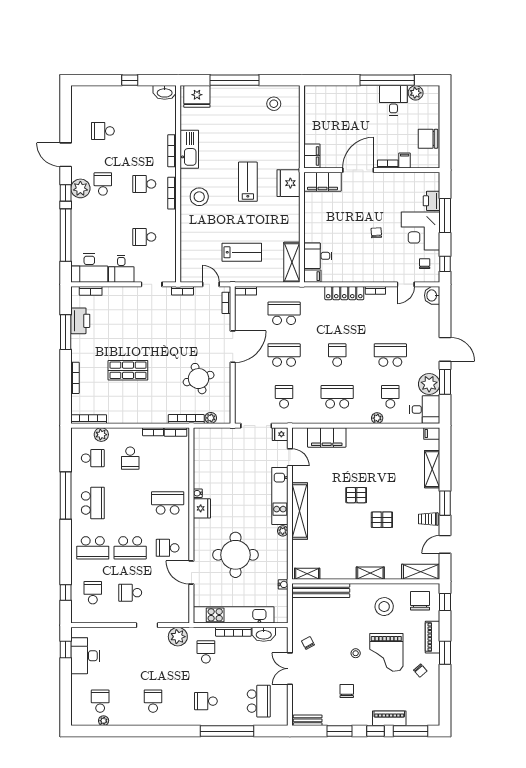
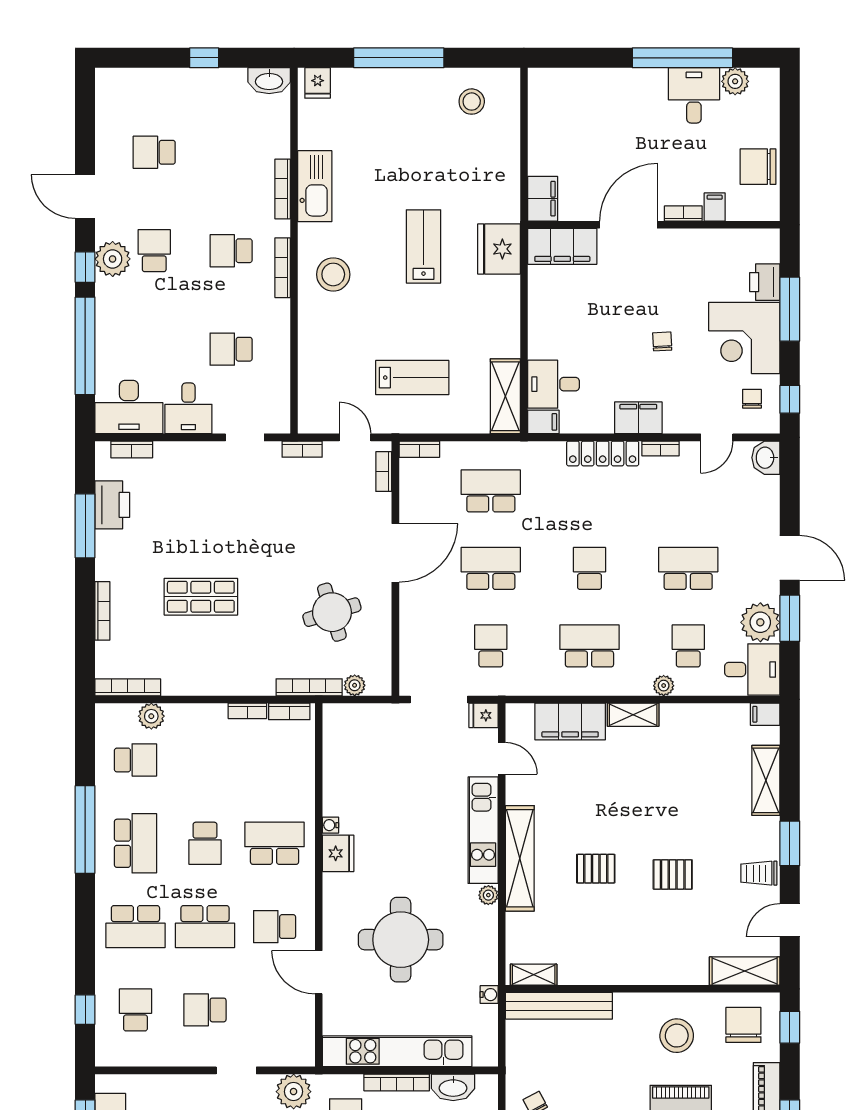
fridge: (197, 96) -> (318, 83), width x0.53, depth x0.75
filing cabinet: (363, 274) -> (638, 418), added
school desk: (130, 458) -> (205, 843), moved
pallet: (356, 495) -> (596, 869), moved
shelving: (370, 573) -> (633, 715), moved

